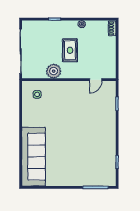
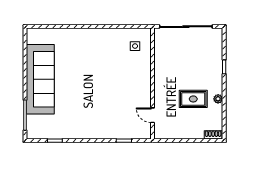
rug: (70, 50) -> (193, 99), moved
plant: (54, 71) -> (163, 66), removed
sofa: (34, 157) -> (40, 79), moved, turned -90

